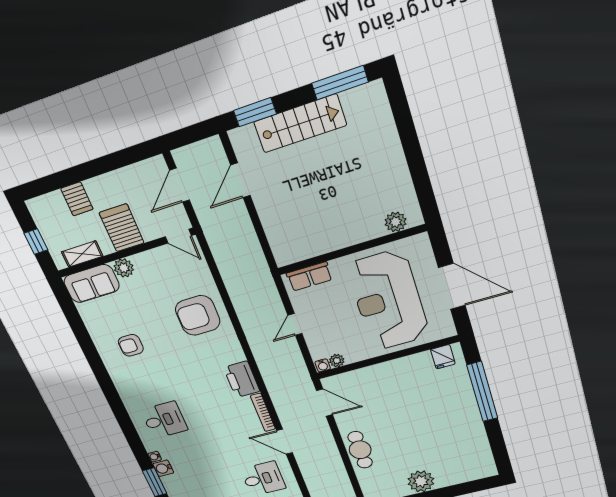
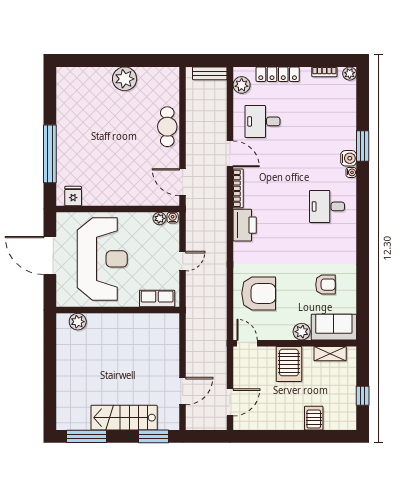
server rack: (122, 228) -> (289, 364), moved
door: (178, 236) -> (247, 343), moved
wall: (126, 253) -> (295, 343), moved
shelving: (82, 254) -> (330, 354), moved
plant: (124, 268) -> (302, 332), moved
sofa: (92, 284) -> (334, 327), moved

